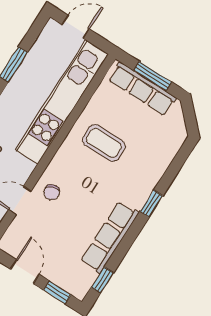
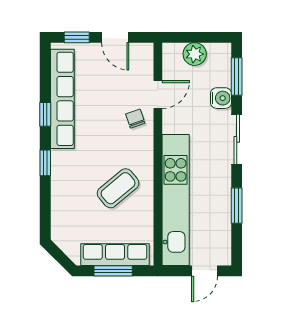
coffee table: (104, 143) -> (118, 188), turned -40
row of seats: (110, 237) -> (62, 99), width x1.36
window: (102, 280) -> (45, 114), moved

